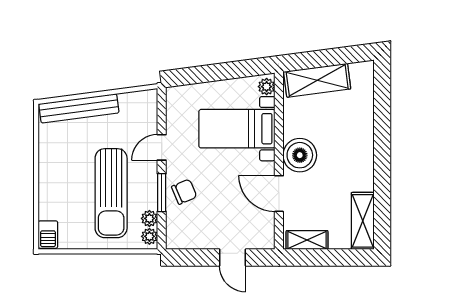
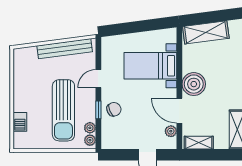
plant: (267, 87) -> (171, 131), moved
bench: (79, 108) -> (65, 49), moved
window: (162, 193) -> (98, 110), width x0.67
barbecue: (48, 235) -> (20, 122), moved

